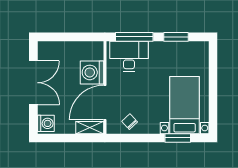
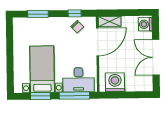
washing machine: (92, 72) -> (115, 82), moved, turned -90
bed with nightstands: (185, 105) -> (42, 69), moved, turned 180
window: (133, 138) -> (75, 13), added

